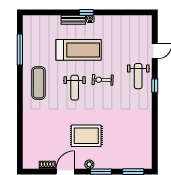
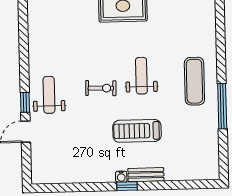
window: (20, 49) -> (222, 106), moved
treadmill: (79, 50) -> (137, 131), width x0.73, depth x0.73
window: (155, 86) -> (25, 102), moved

